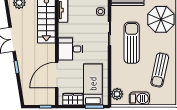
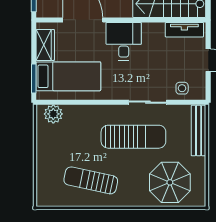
barbecue: (139, 98) -> (46, 149), removed

